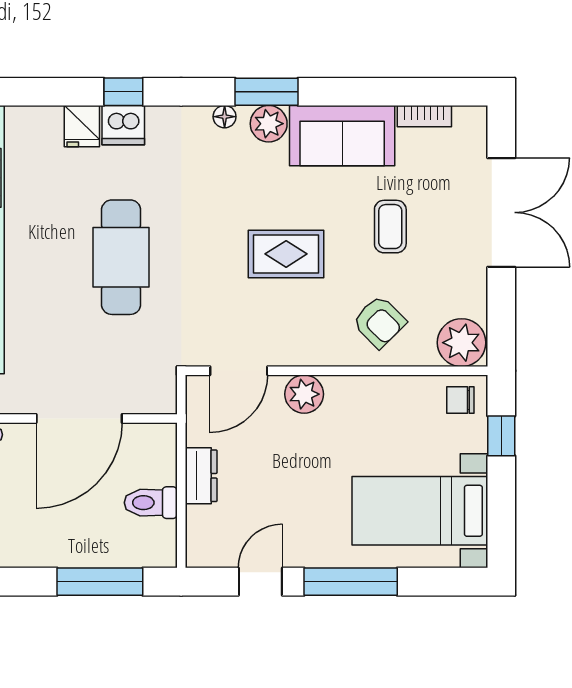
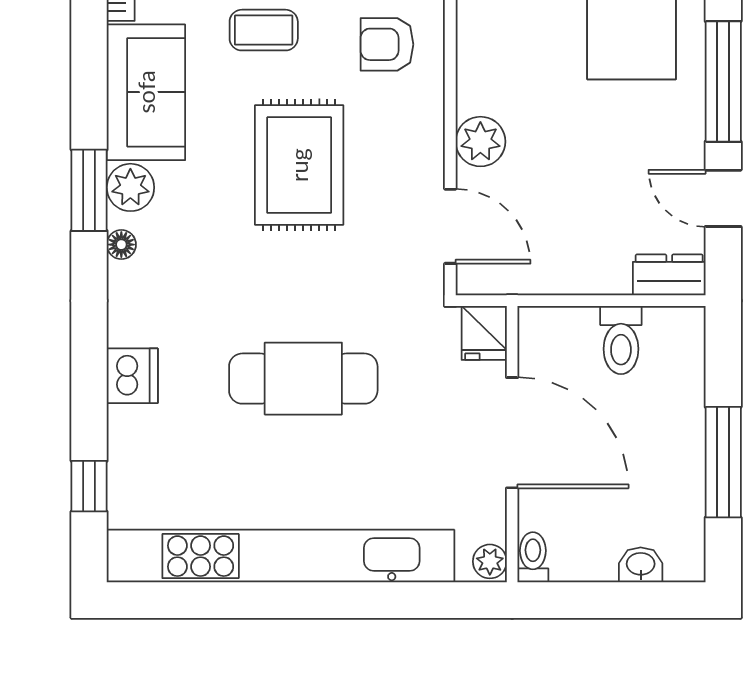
window: (123, 92) -> (89, 486), moved
fridge: (82, 126) -> (484, 333), moved, turned 90
rug: (286, 254) -> (299, 165), width x1.36, depth x1.43
armchair: (379, 322) -> (387, 44), turned -135
dresser: (201, 476) -> (669, 275), moved
window: (100, 582) -> (723, 462), moved

